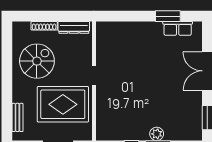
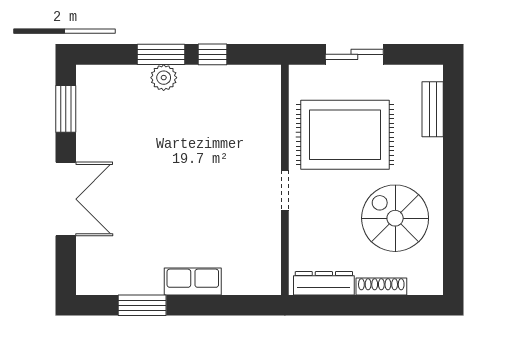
row of seats: (178, 28) -> (193, 281), moved
spiral stairs: (37, 61) -> (395, 218), turned 90

